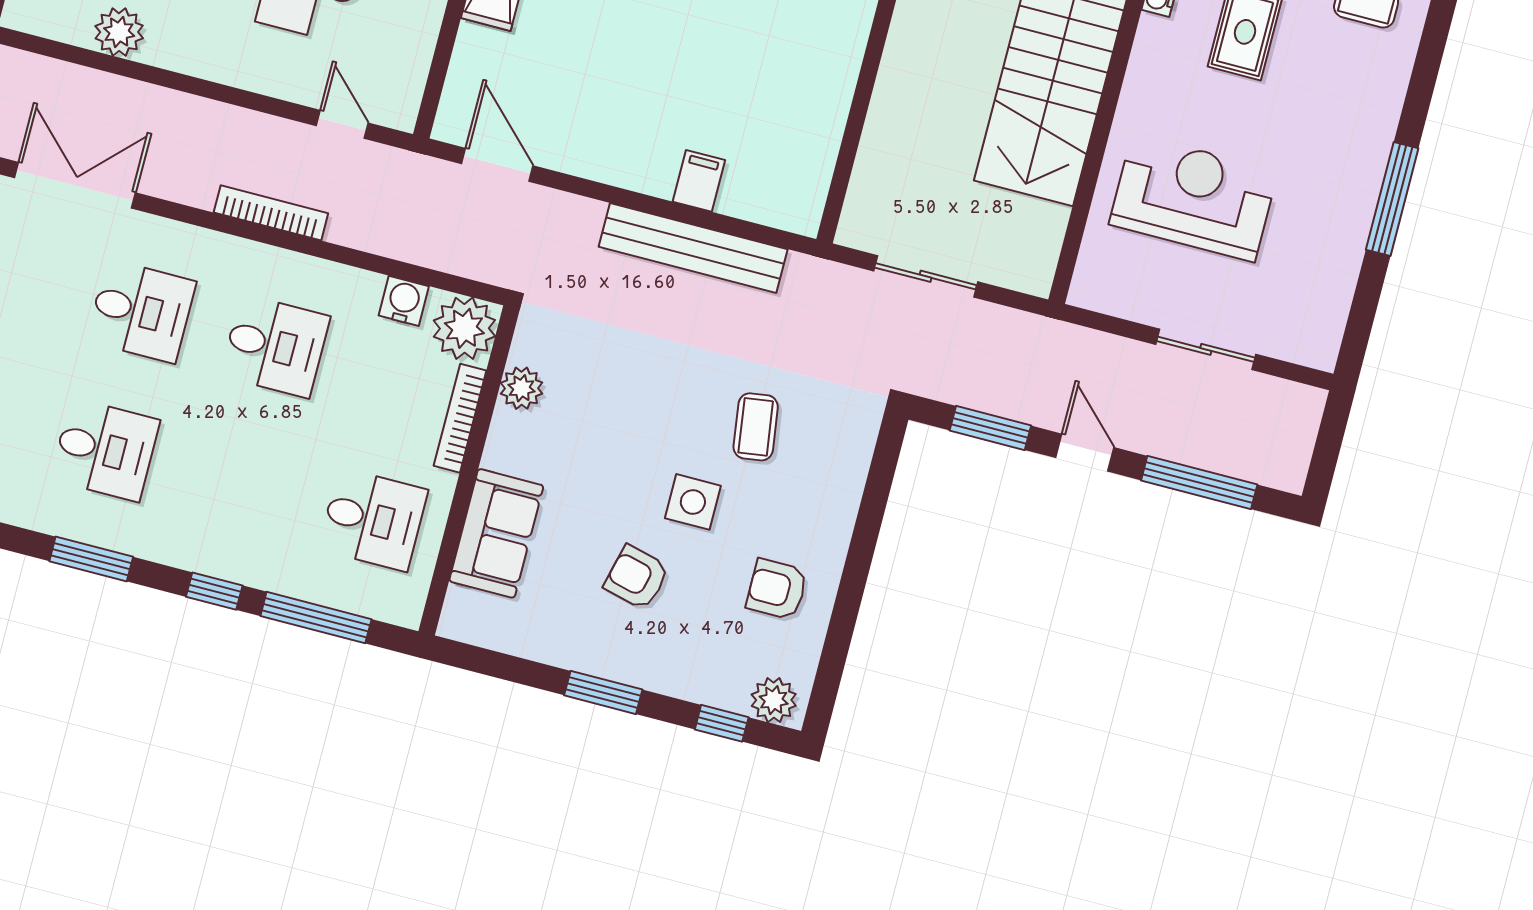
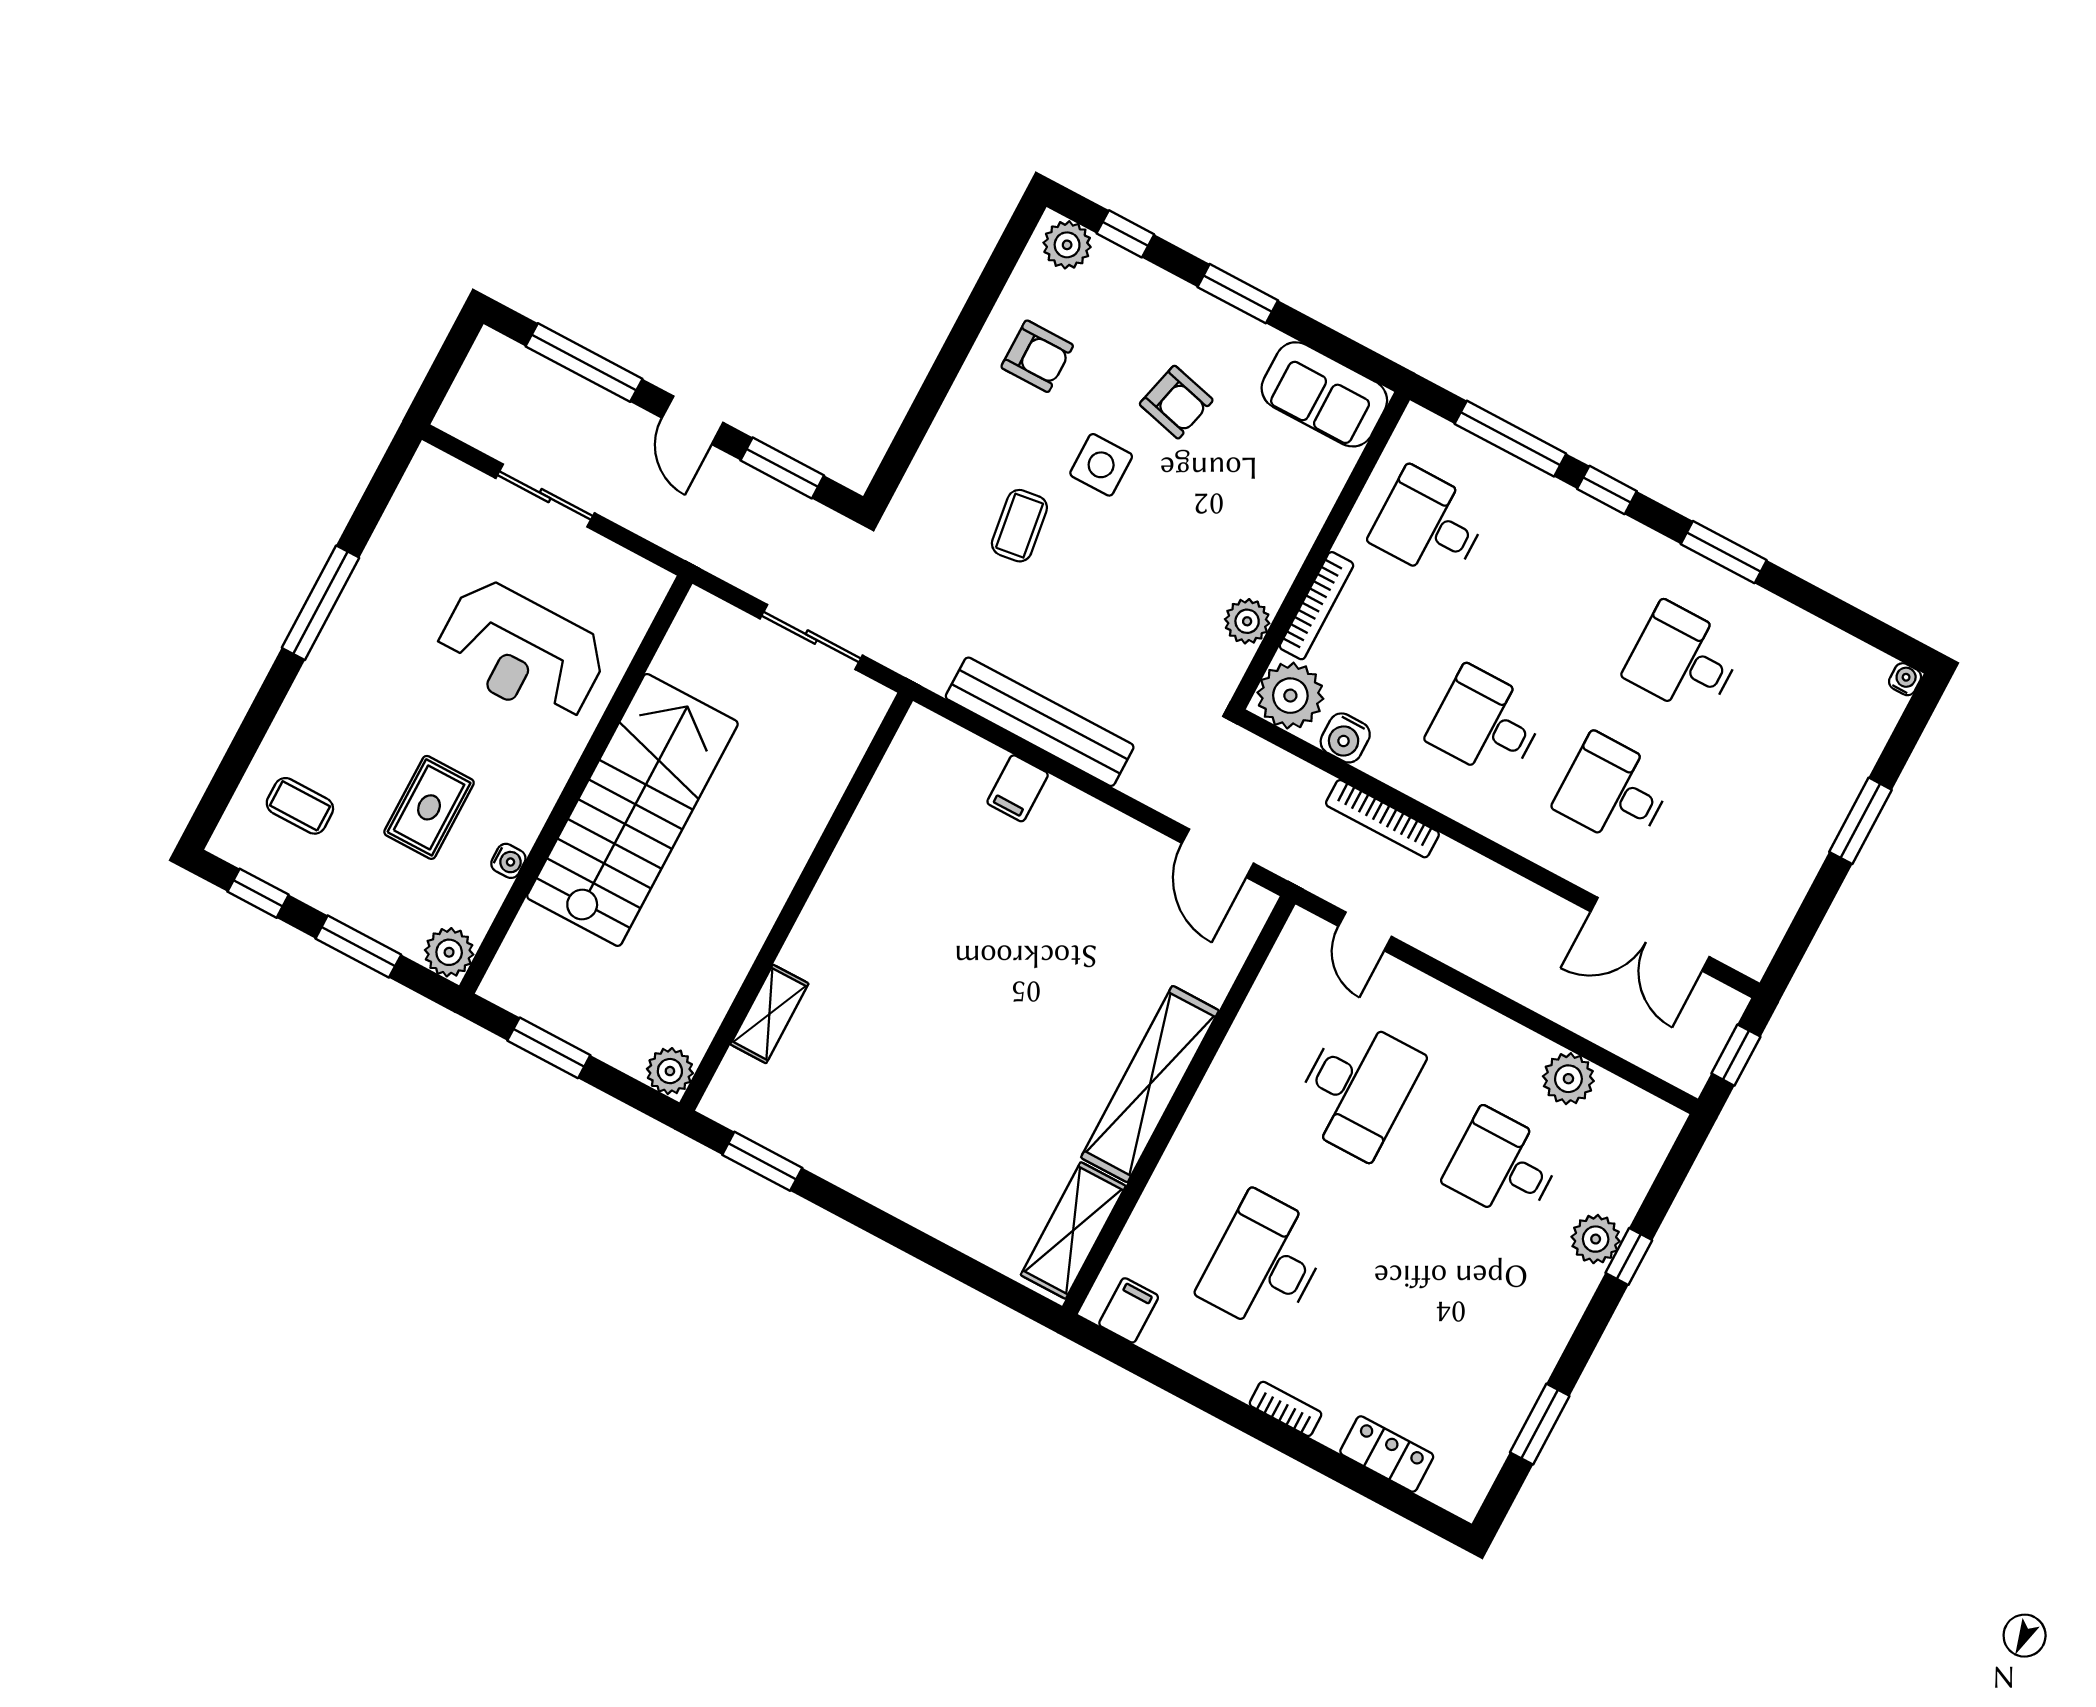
bookcase: (271, 213) -> (1382, 819), moved
sofa: (496, 533) -> (1324, 394), moved, turned -90

